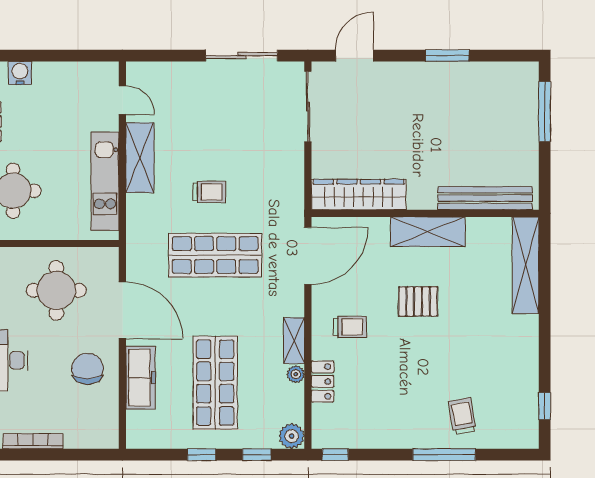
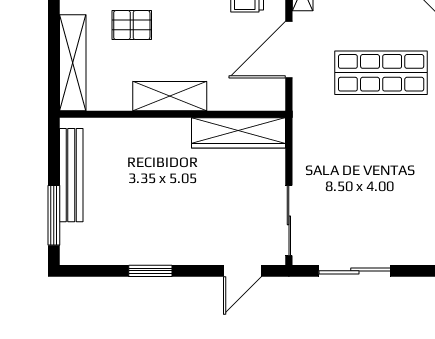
trolley: (209, 192) -> (387, 136), removed
bench: (485, 198) -> (71, 175), moved, turned 90
door: (308, 256) -> (289, 50), moved
pallet: (418, 301) -> (132, 25), moved

